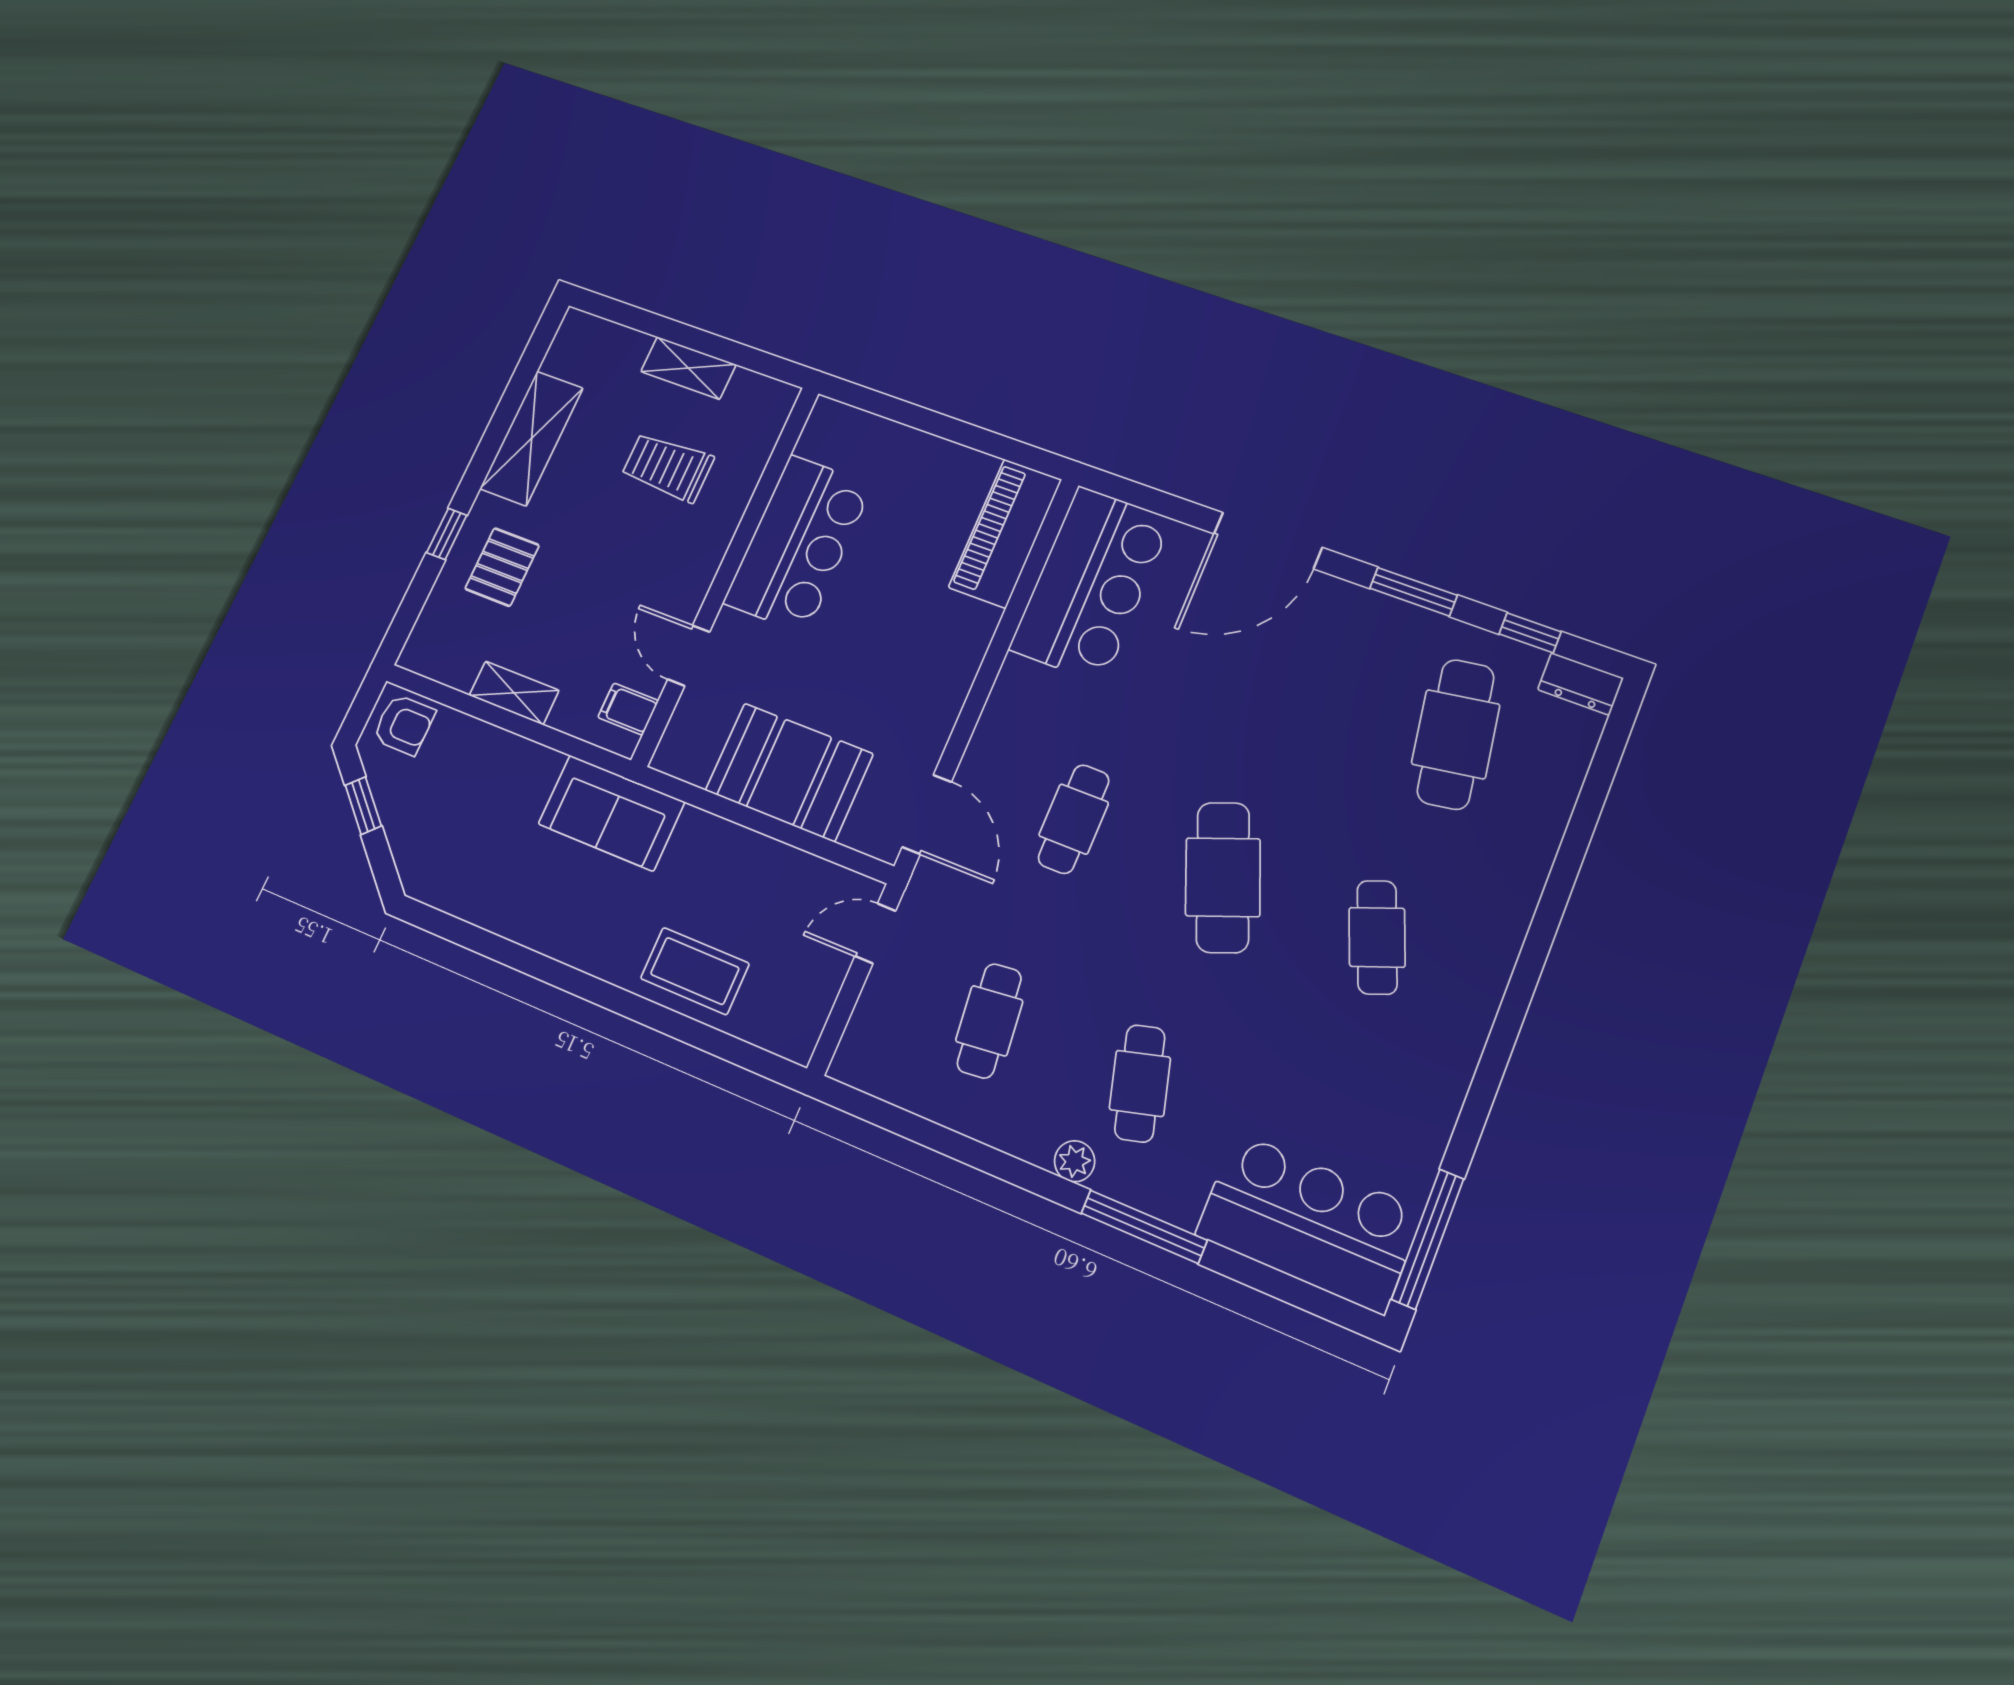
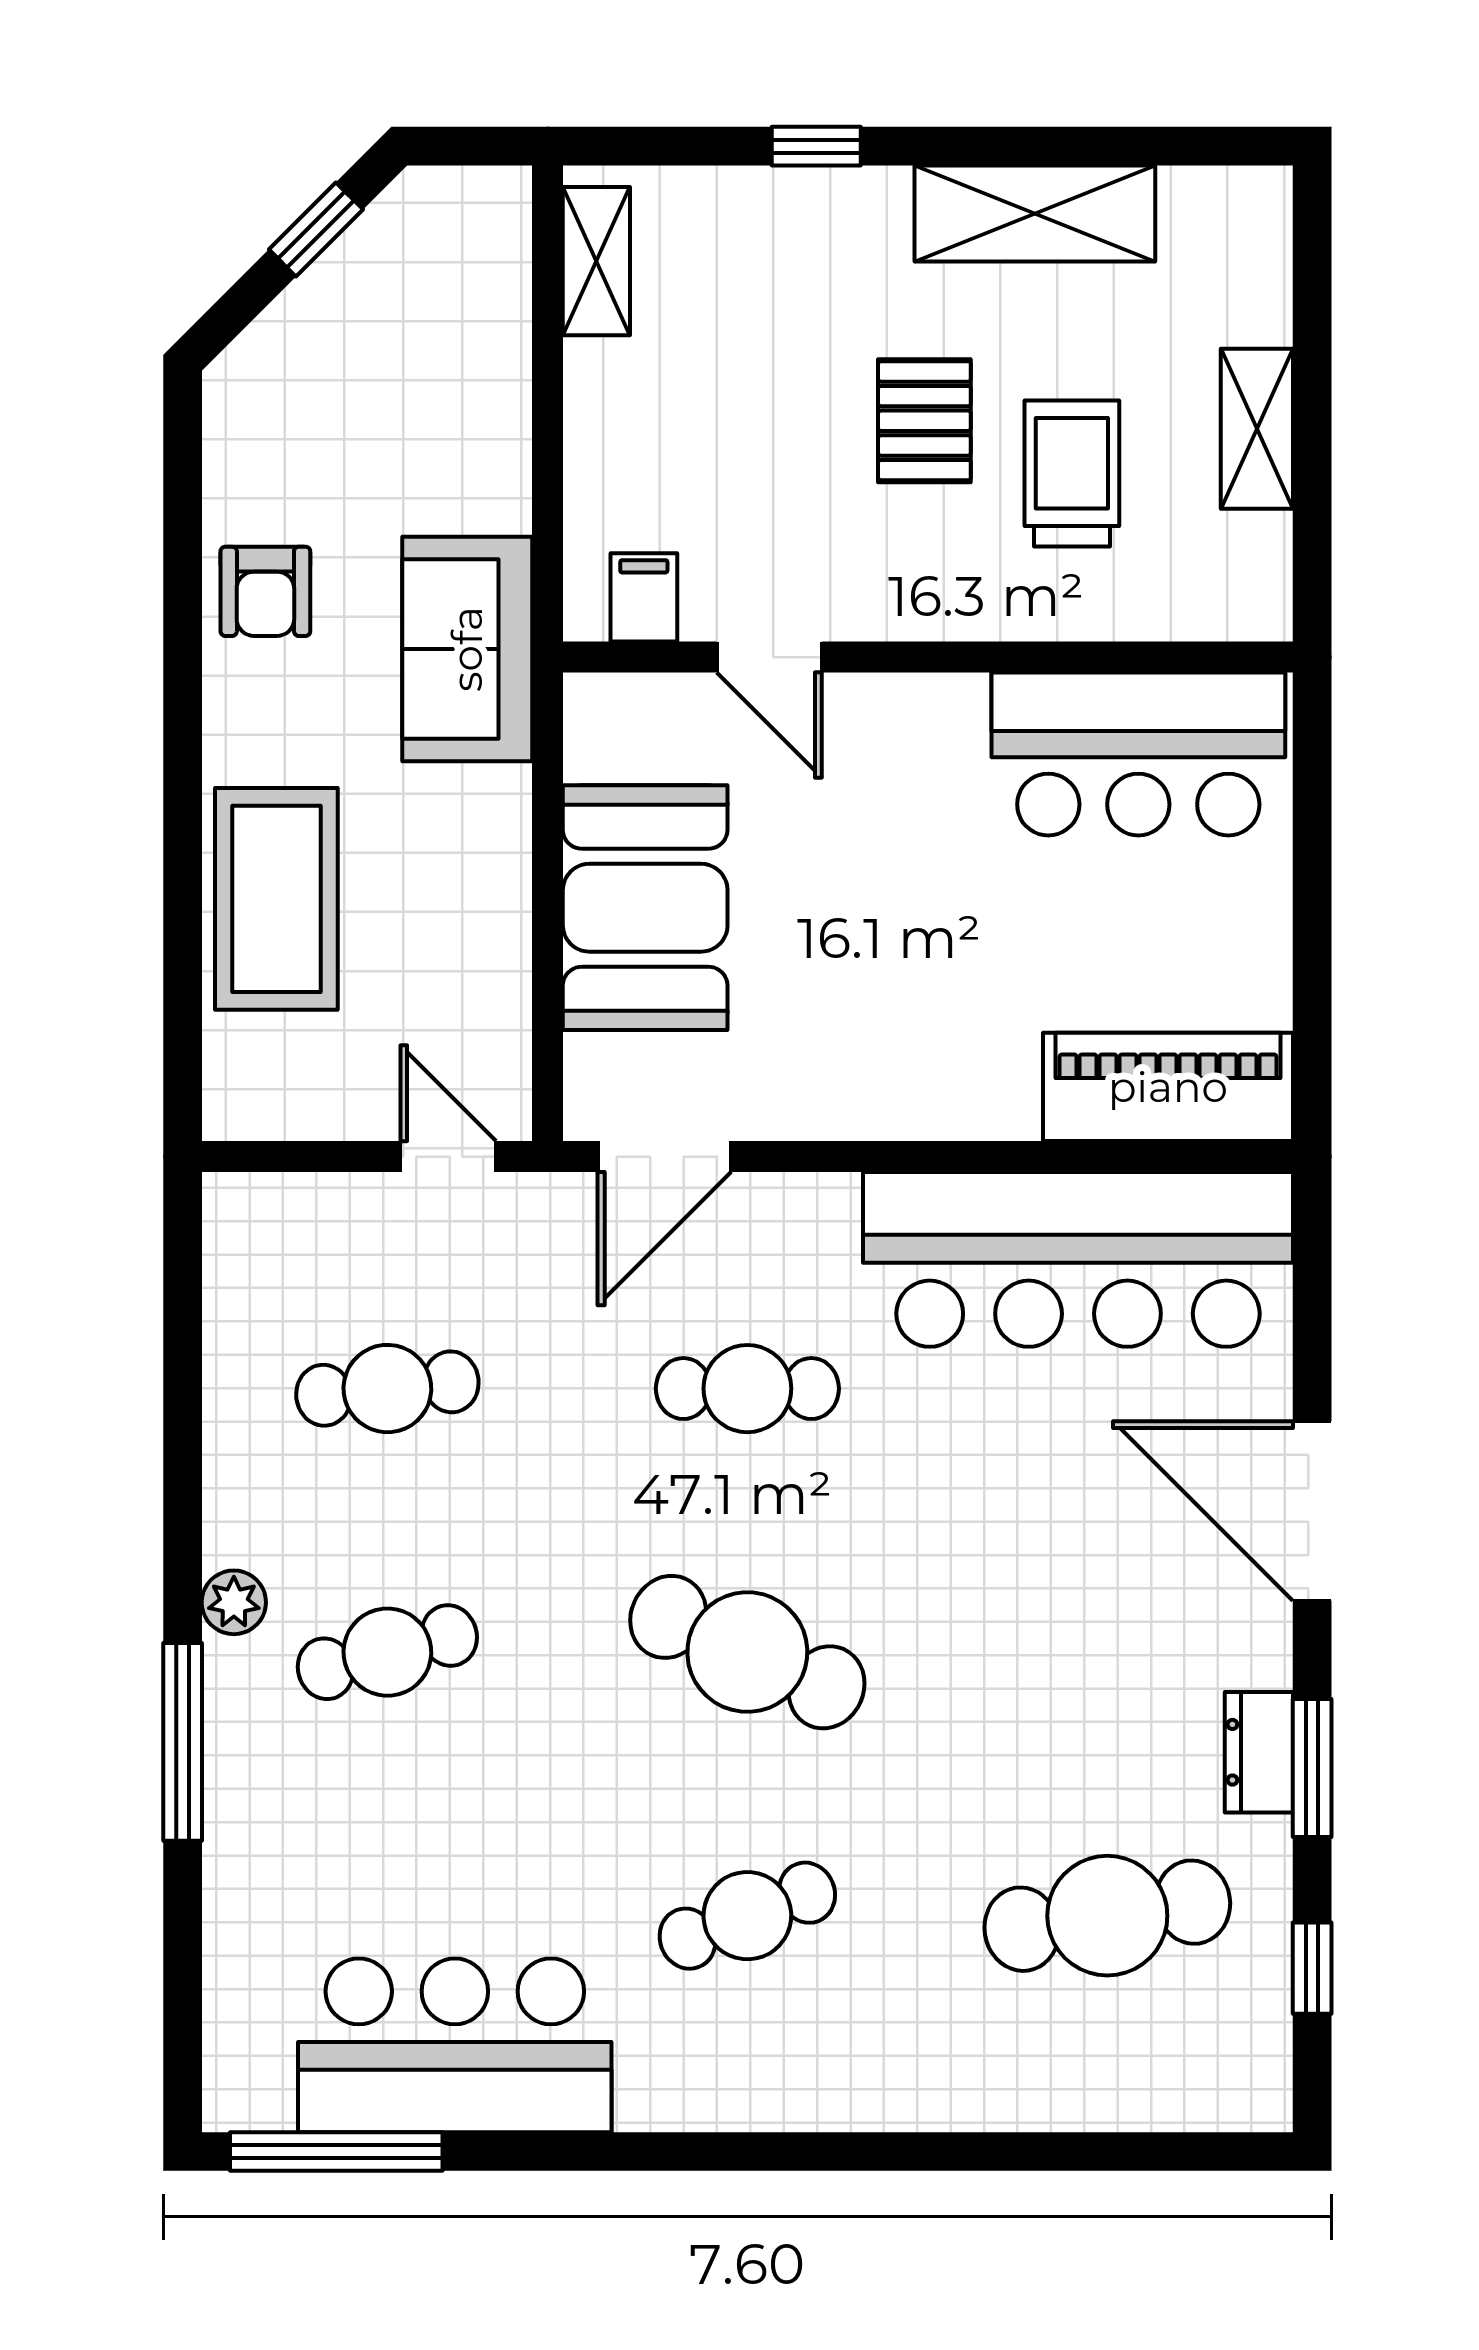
bar counter: (798, 544) -> (1138, 754), moved
pallet: (502, 567) -> (924, 421), moved, turned 90
bar counter: (1091, 584) -> (1078, 1259), width x1.36
door: (689, 656) -> (769, 657), swing flipped
dresser: (1580, 684) -> (1259, 1752), moved
shelving: (514, 693) -> (596, 261), moved
armchair: (404, 725) -> (265, 591), moved
cafe table: (1223, 877) -> (747, 1652), turned 45
coffee table: (695, 971) -> (276, 899), width x1.36, depth x1.32
bar counter: (1309, 1222) -> (455, 2045), moved, turned -90

